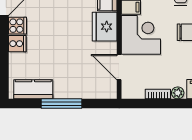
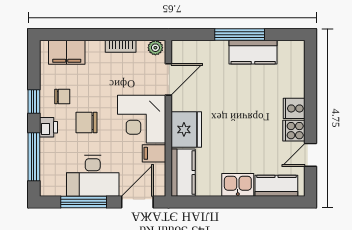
door: (119, 67) -> (168, 79), hinge flipped
kitchen counter: (33, 89) -> (253, 52), moved
plant: (178, 93) -> (155, 48), moved

